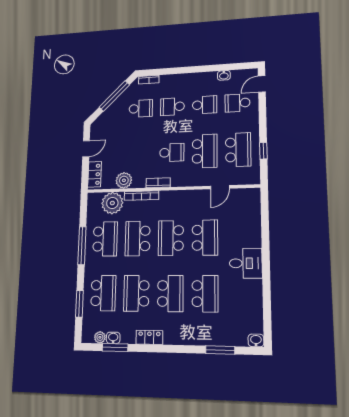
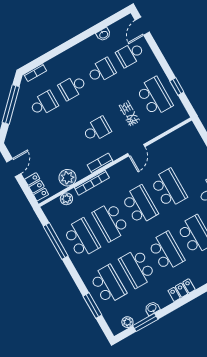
school desk: (205, 151) -> (126, 113), removed
door: (220, 187) -> (136, 150), moved
plant: (112, 203) -> (66, 199), width x0.53, depth x0.53
school desk: (171, 238) -> (140, 205), turned 180
window: (82, 246) -> (56, 241), moved
locker: (149, 337) -> (182, 290), moved
washbasin: (113, 338) -> (152, 308), moved

